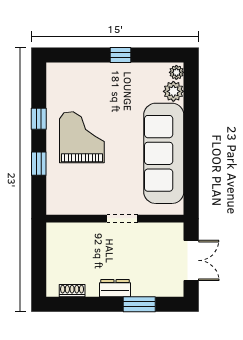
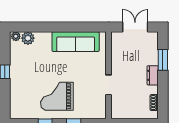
sofa: (164, 153) -> (76, 42), width x0.74, depth x0.79
doorway: (122, 219) -> (109, 85), moved

